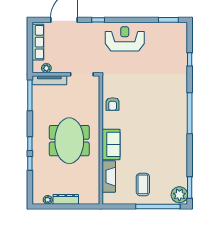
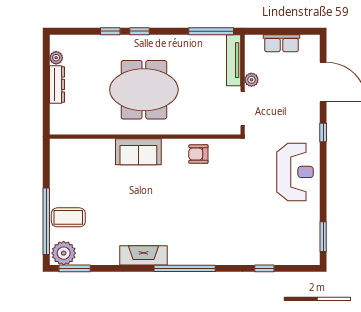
row of seats: (38, 42) -> (282, 43), width x0.68
plant: (46, 68) -> (251, 80), moved
fireplace: (109, 177) -> (144, 255), moved, turned 180
coffee table: (143, 184) -> (68, 217), moved

